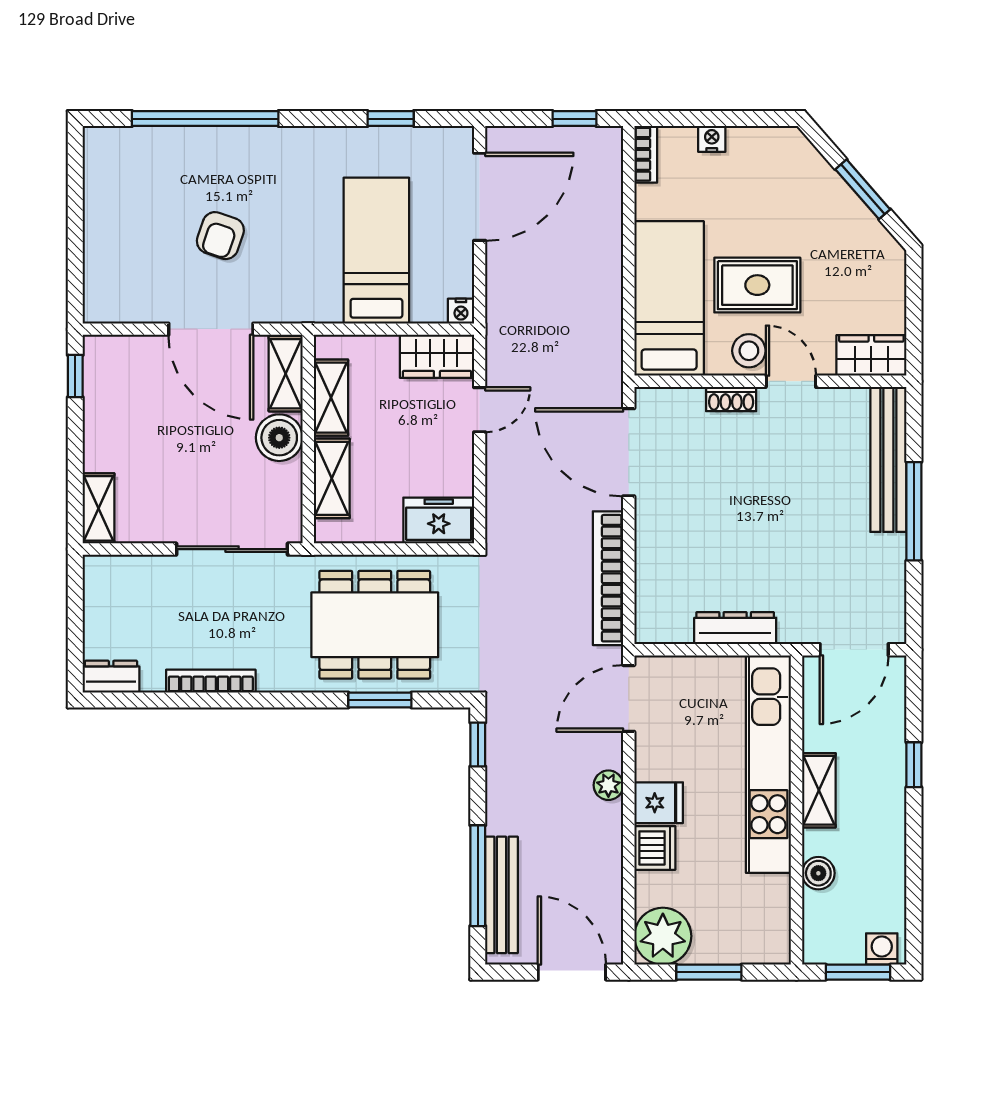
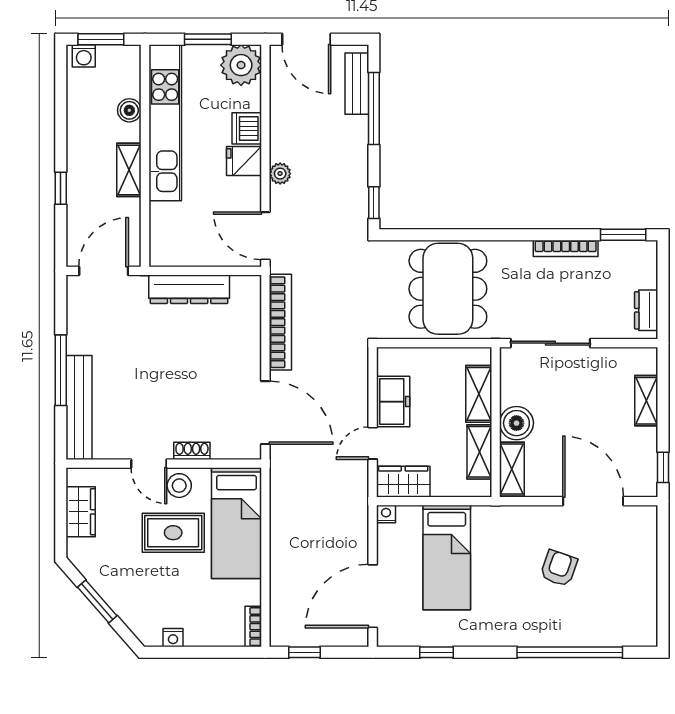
nightstand: (712, 139) -> (173, 638), moved
door: (211, 329) -> (593, 501), moved
wardrobe: (871, 355) -> (81, 512), moved, turned -90
shelving: (98, 508) -> (646, 401), moved
freezer: (439, 520) -> (393, 402), moved, turned -90
dining table: (375, 625) -> (448, 289), turned 90
dresser: (735, 628) -> (189, 289), width x1.37, depth x1.24
dresser: (111, 677) -> (646, 310), moved, turned 90
door: (629, 698) -> (265, 236), swing flipped
window: (380, 700) -> (623, 235), moved
kitchen unit: (768, 764) -> (165, 123), moved
bench: (502, 895) -> (357, 84), width x0.73

